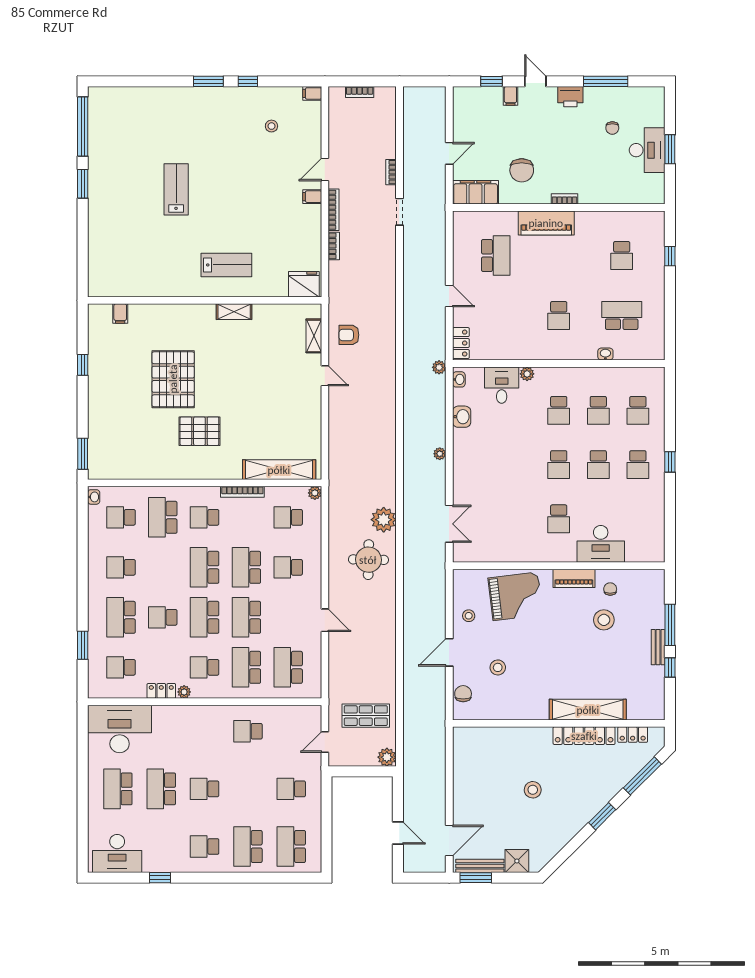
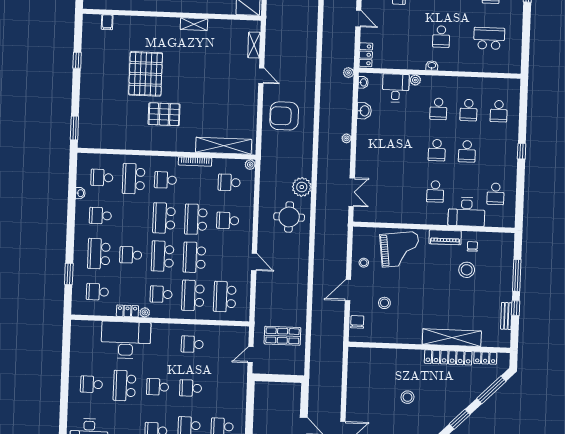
armchair: (349, 335) -> (284, 116), moved, width x1.88, depth x1.88
washbasin: (605, 354) -> (432, 66), moved
school desk: (638, 465) -> (496, 194), moved
washbasin: (94, 497) -> (80, 193), moved
bench: (658, 647) -> (506, 316), moved
desk: (120, 729) -> (126, 340), moved
plant: (387, 757) -> (297, 368), removed
school desk: (118, 789) -> (91, 384), width x0.54
school desk: (291, 789) -> (191, 388), moved

